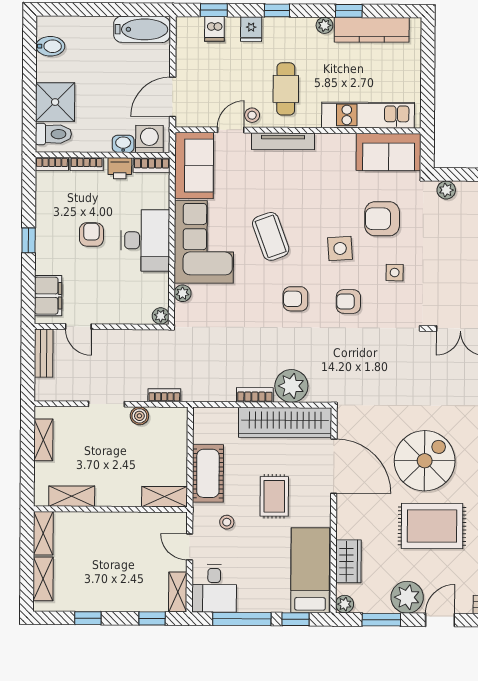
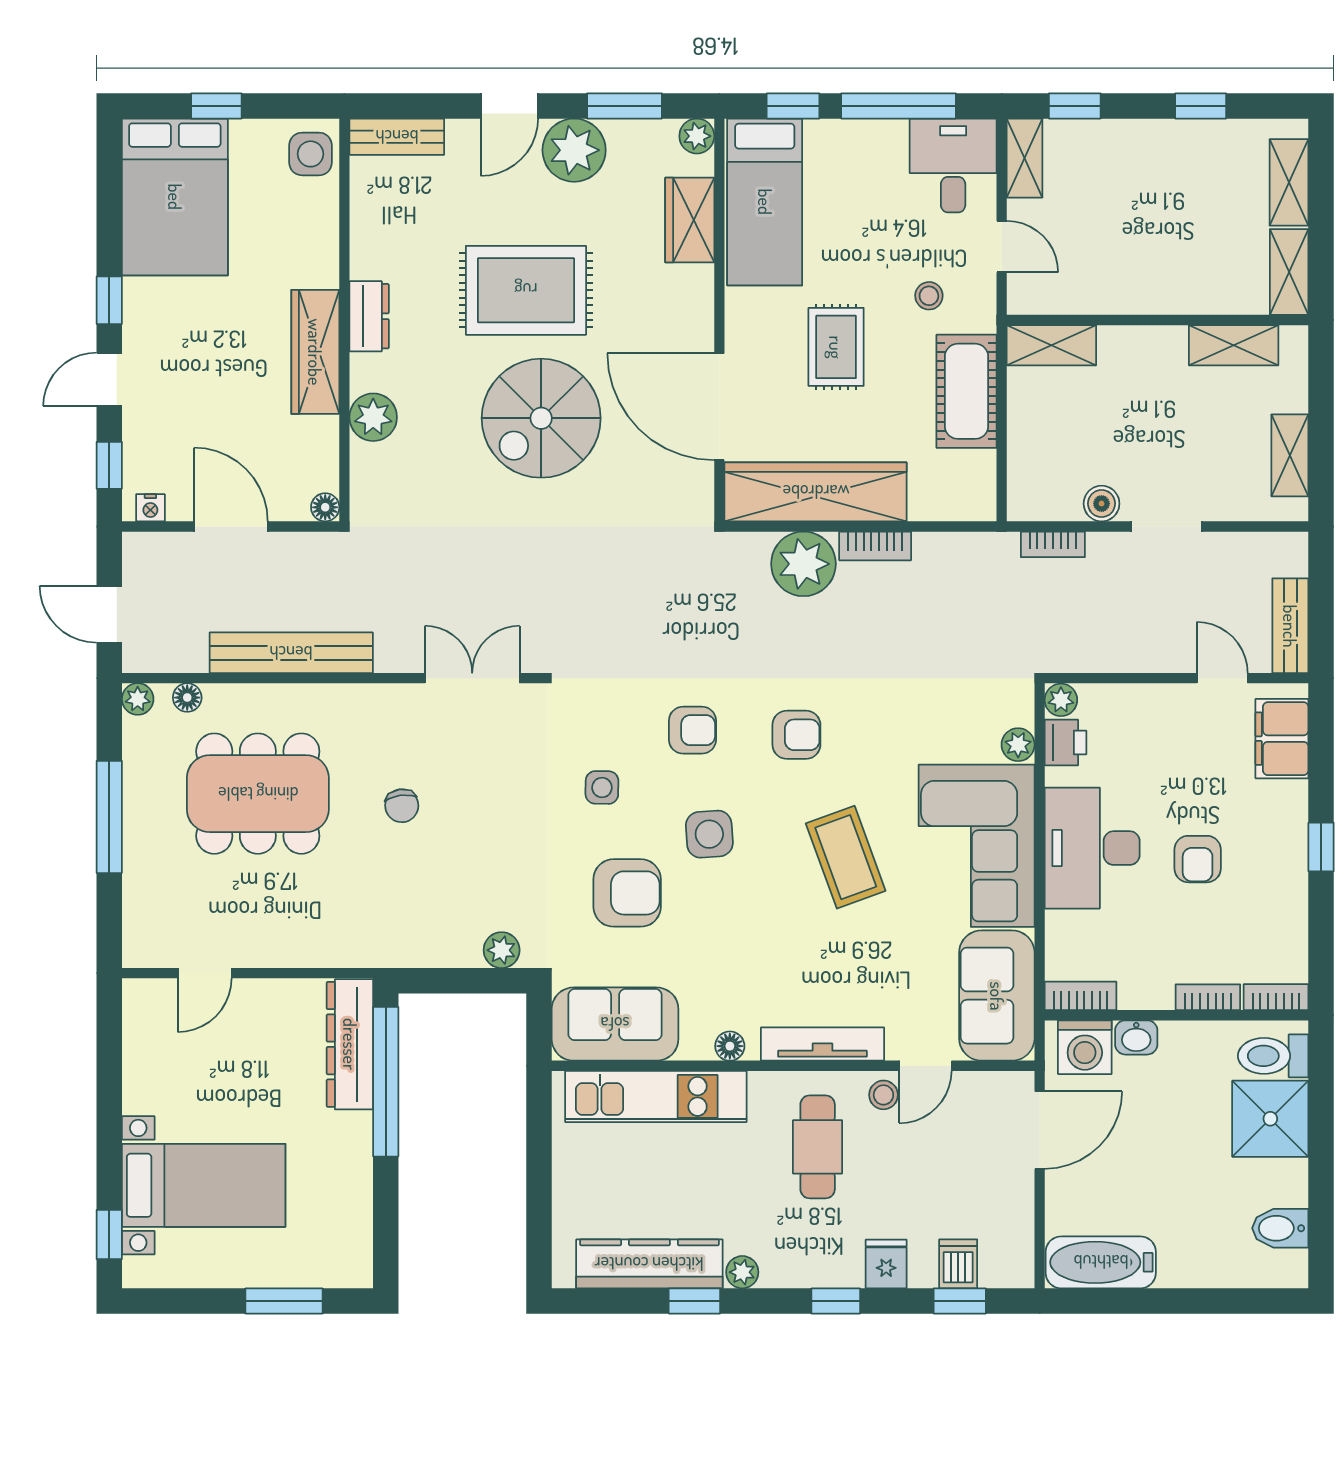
floor lamp: (330, 140) -> (730, 1046), added
printer: (120, 168) -> (1066, 743), moved, turned 90

